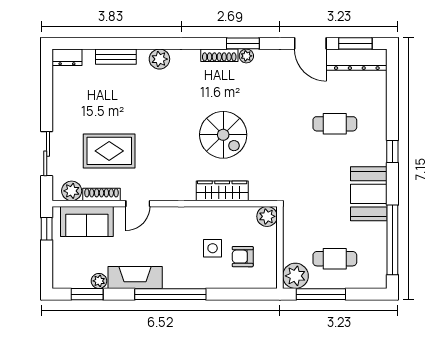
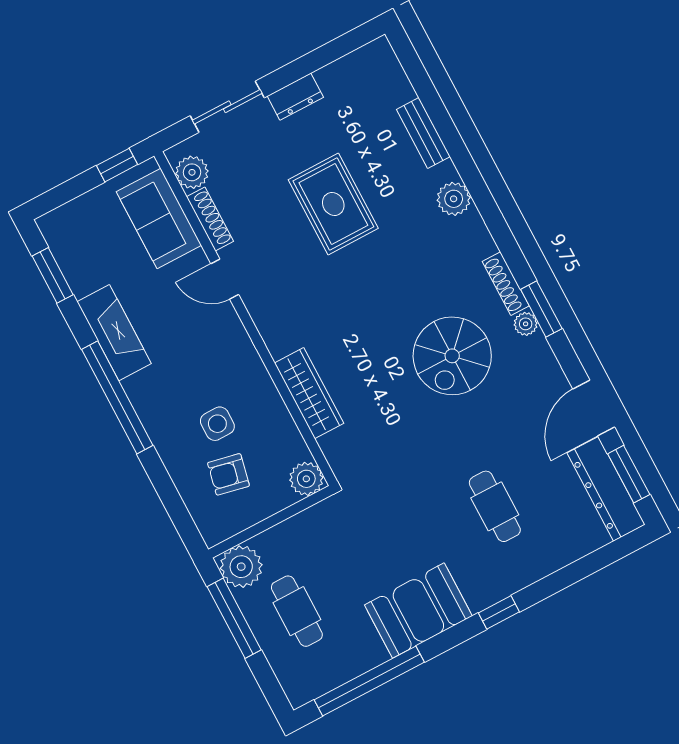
dresser: (67, 57) -> (295, 97), moved, turned -90
spiral stairs: (223, 135) -> (452, 356), moved
rug: (109, 151) -> (333, 204), moved
armchair: (243, 257) -> (228, 474), turned -78
plant: (99, 281) -> (81, 282), removed

